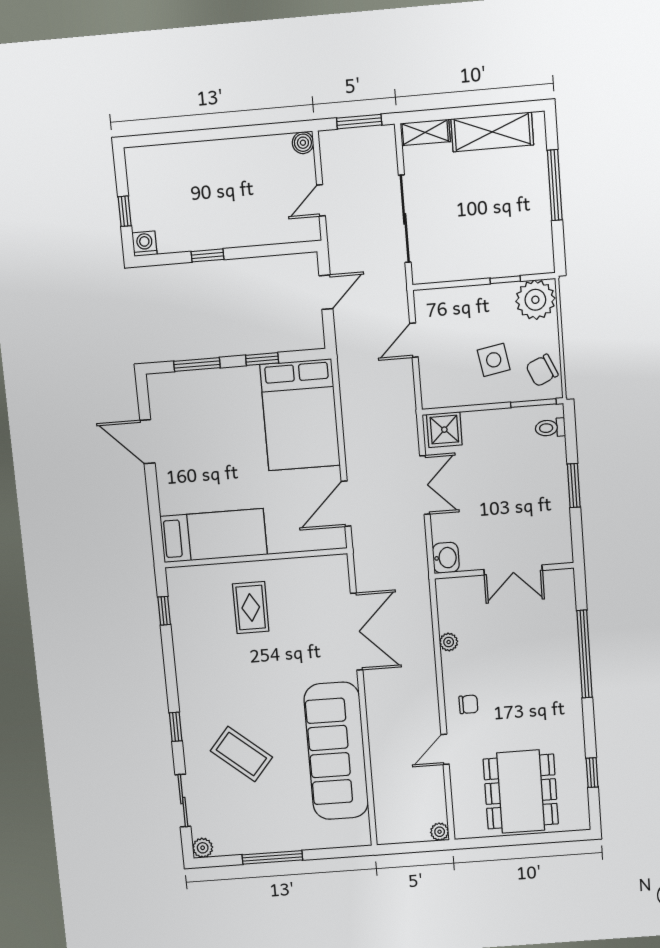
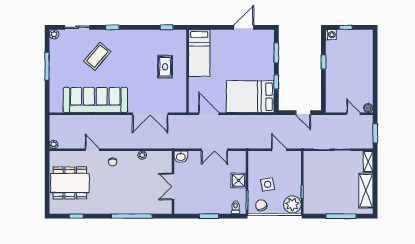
door: (321, 200) -> (354, 114), moved
shower: (444, 430) -> (239, 180), moved
rug: (251, 607) -> (165, 67), turned 90

